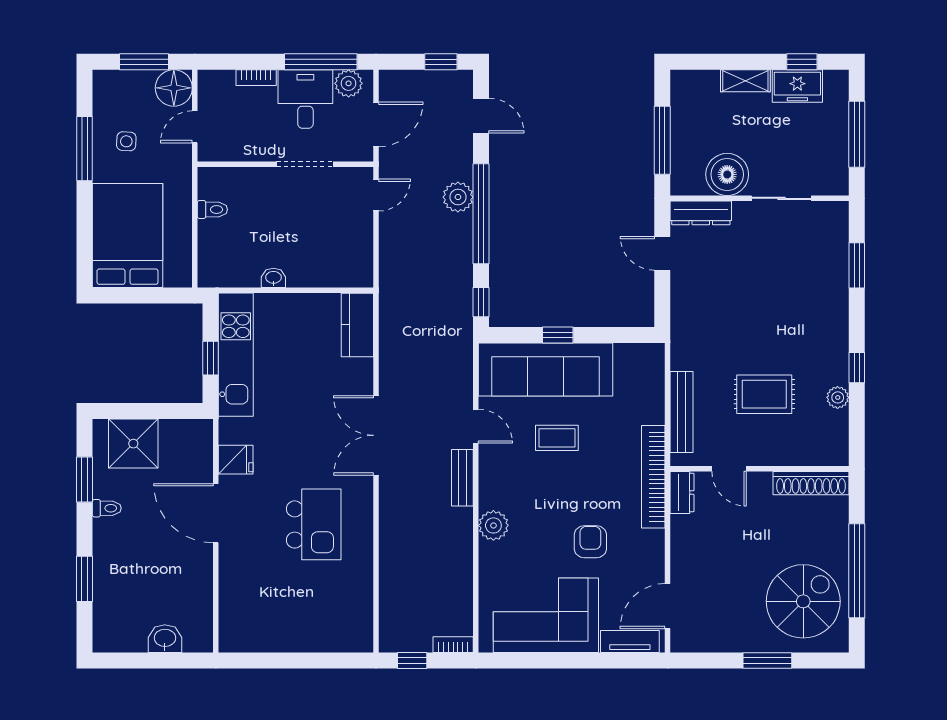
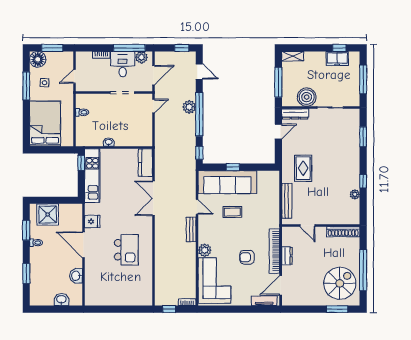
shelving: (745, 81) -> (293, 56), moved
floor lamp: (174, 88) -> (38, 59), moved
door: (662, 253) -> (278, 132), swing flipped
window: (211, 358) -> (81, 163), moved
rug: (764, 394) -> (303, 168), moved, turned 90
double door: (376, 435) -> (153, 198), moved
bookcase: (653, 477) -> (274, 251), moved
dresser: (682, 493) -> (287, 256), moved
armchair: (590, 542) -> (247, 257), turned -90
washbasin: (199, 584) -> (76, 276), added
corner sofa: (546, 615) -> (214, 281), moved, turned 90
window: (767, 661) -> (337, 309), moved

